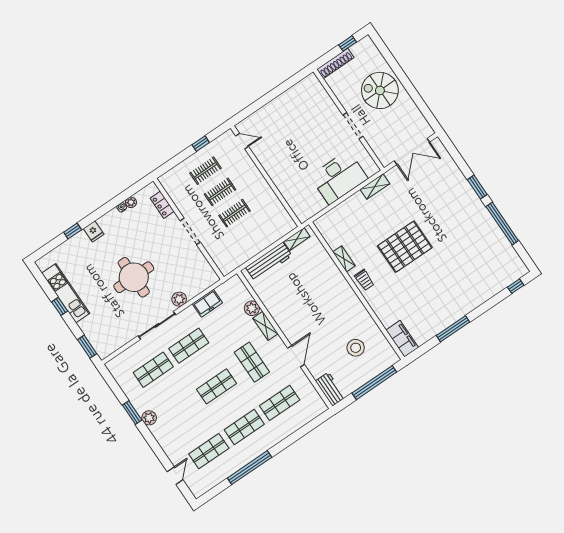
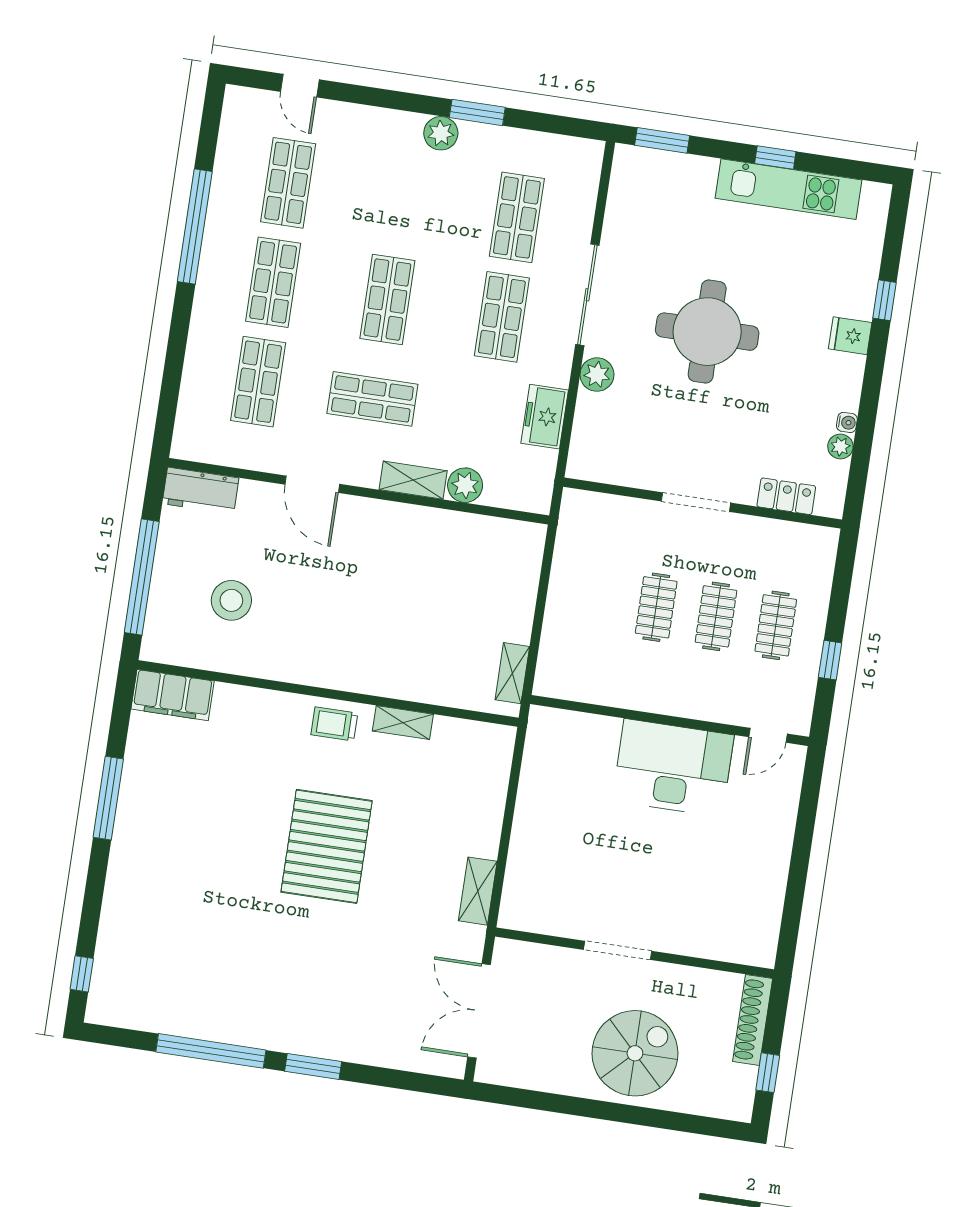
desk: (339, 177) -> (673, 768), moved, turned 90
workbench: (269, 262) -> (518, 589), removed

